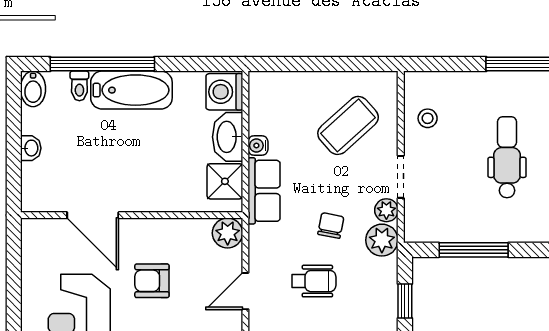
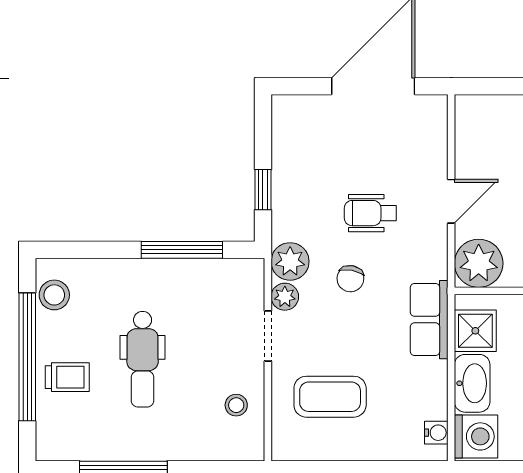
coffee table: (348, 125) -> (330, 397), turned 42
water cooler: (258, 146) -> (436, 433), moved
plant: (228, 233) -> (479, 263), width x1.36, depth x1.36

